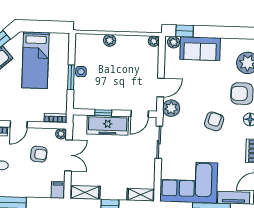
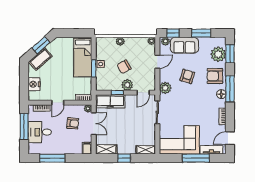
window: (224, 32) -> (201, 33), added
bed: (35, 60) -> (83, 57), moved
chair: (114, 76) -> (124, 67), added
door: (161, 88) -> (157, 62), moved
plant: (118, 102) -> (127, 85), added
armchair: (214, 121) -> (187, 76), moved
freezer: (108, 125) -> (110, 101), moved

